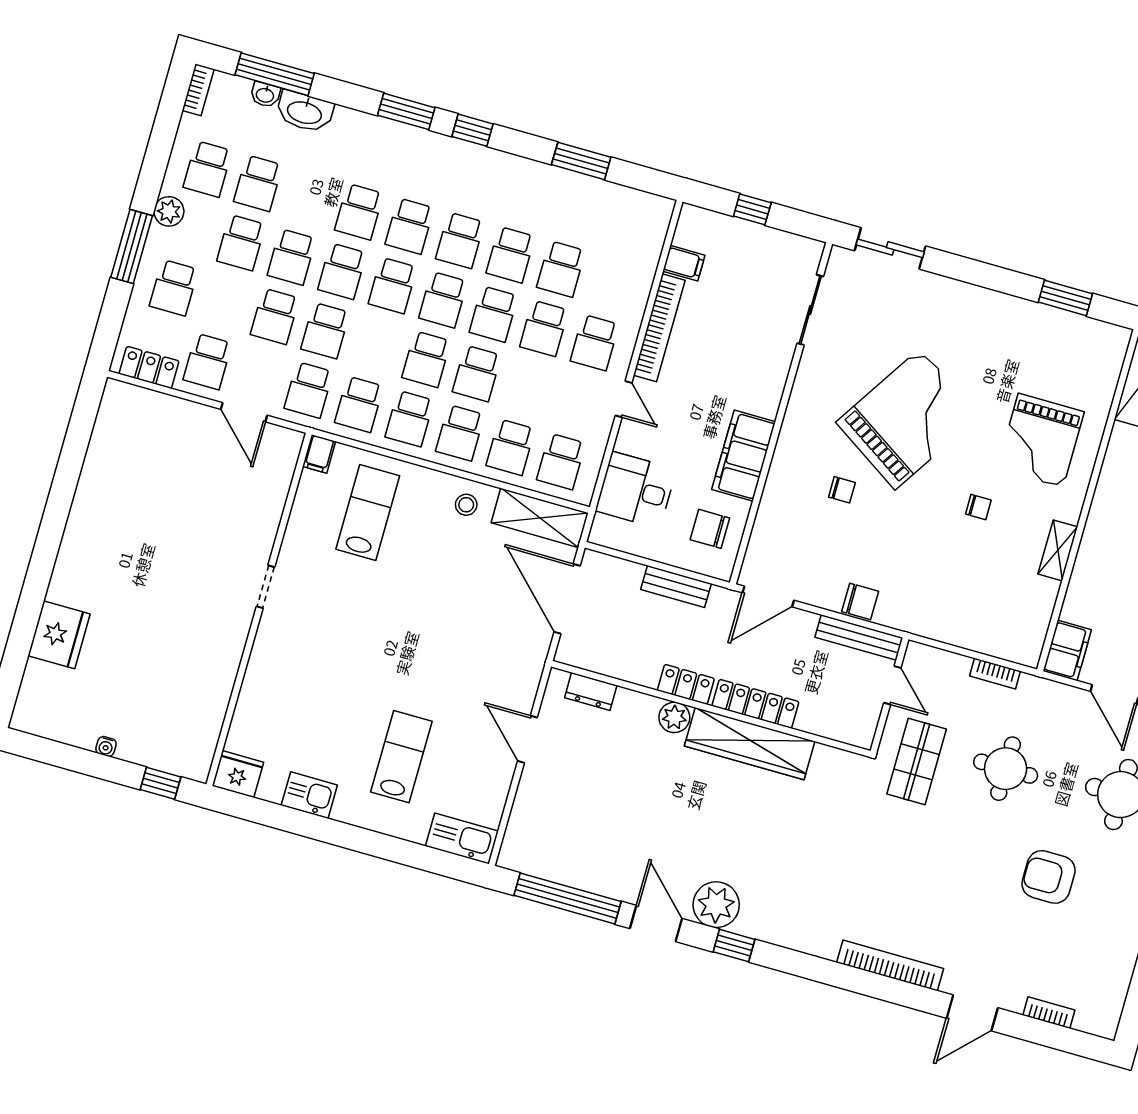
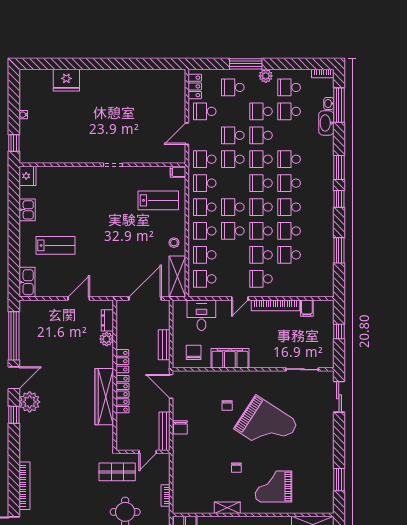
plant: (674, 717) -> (107, 339), moved

